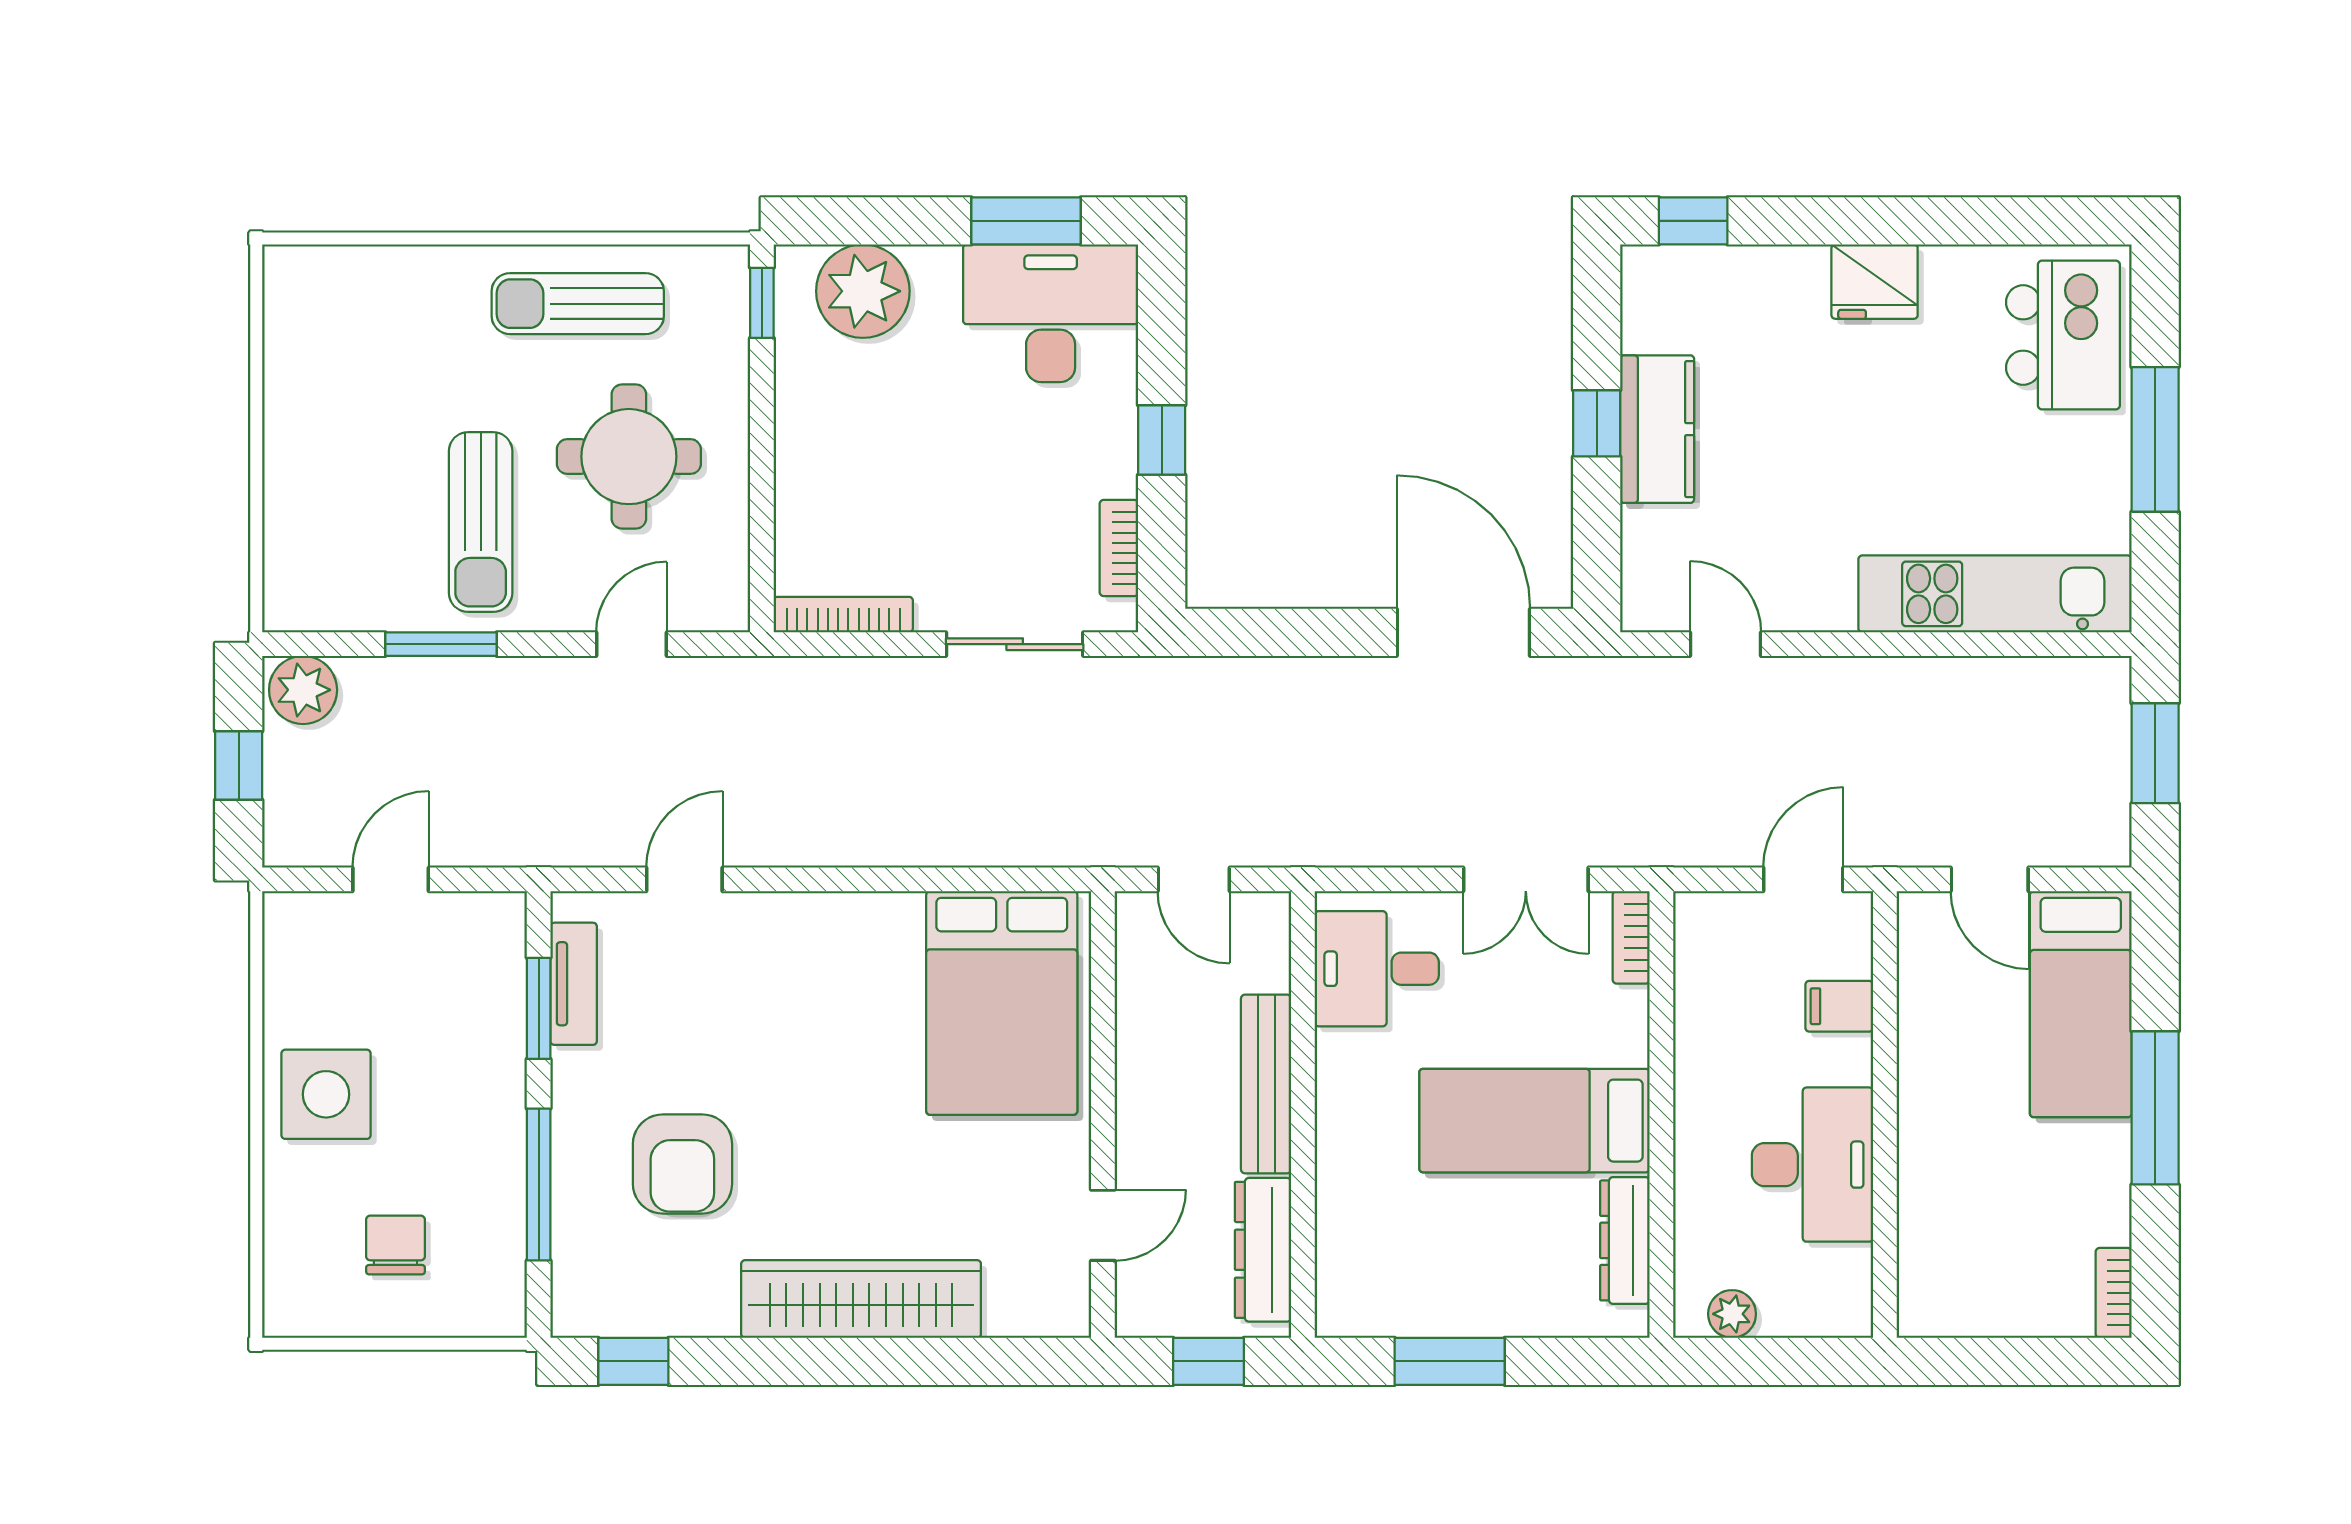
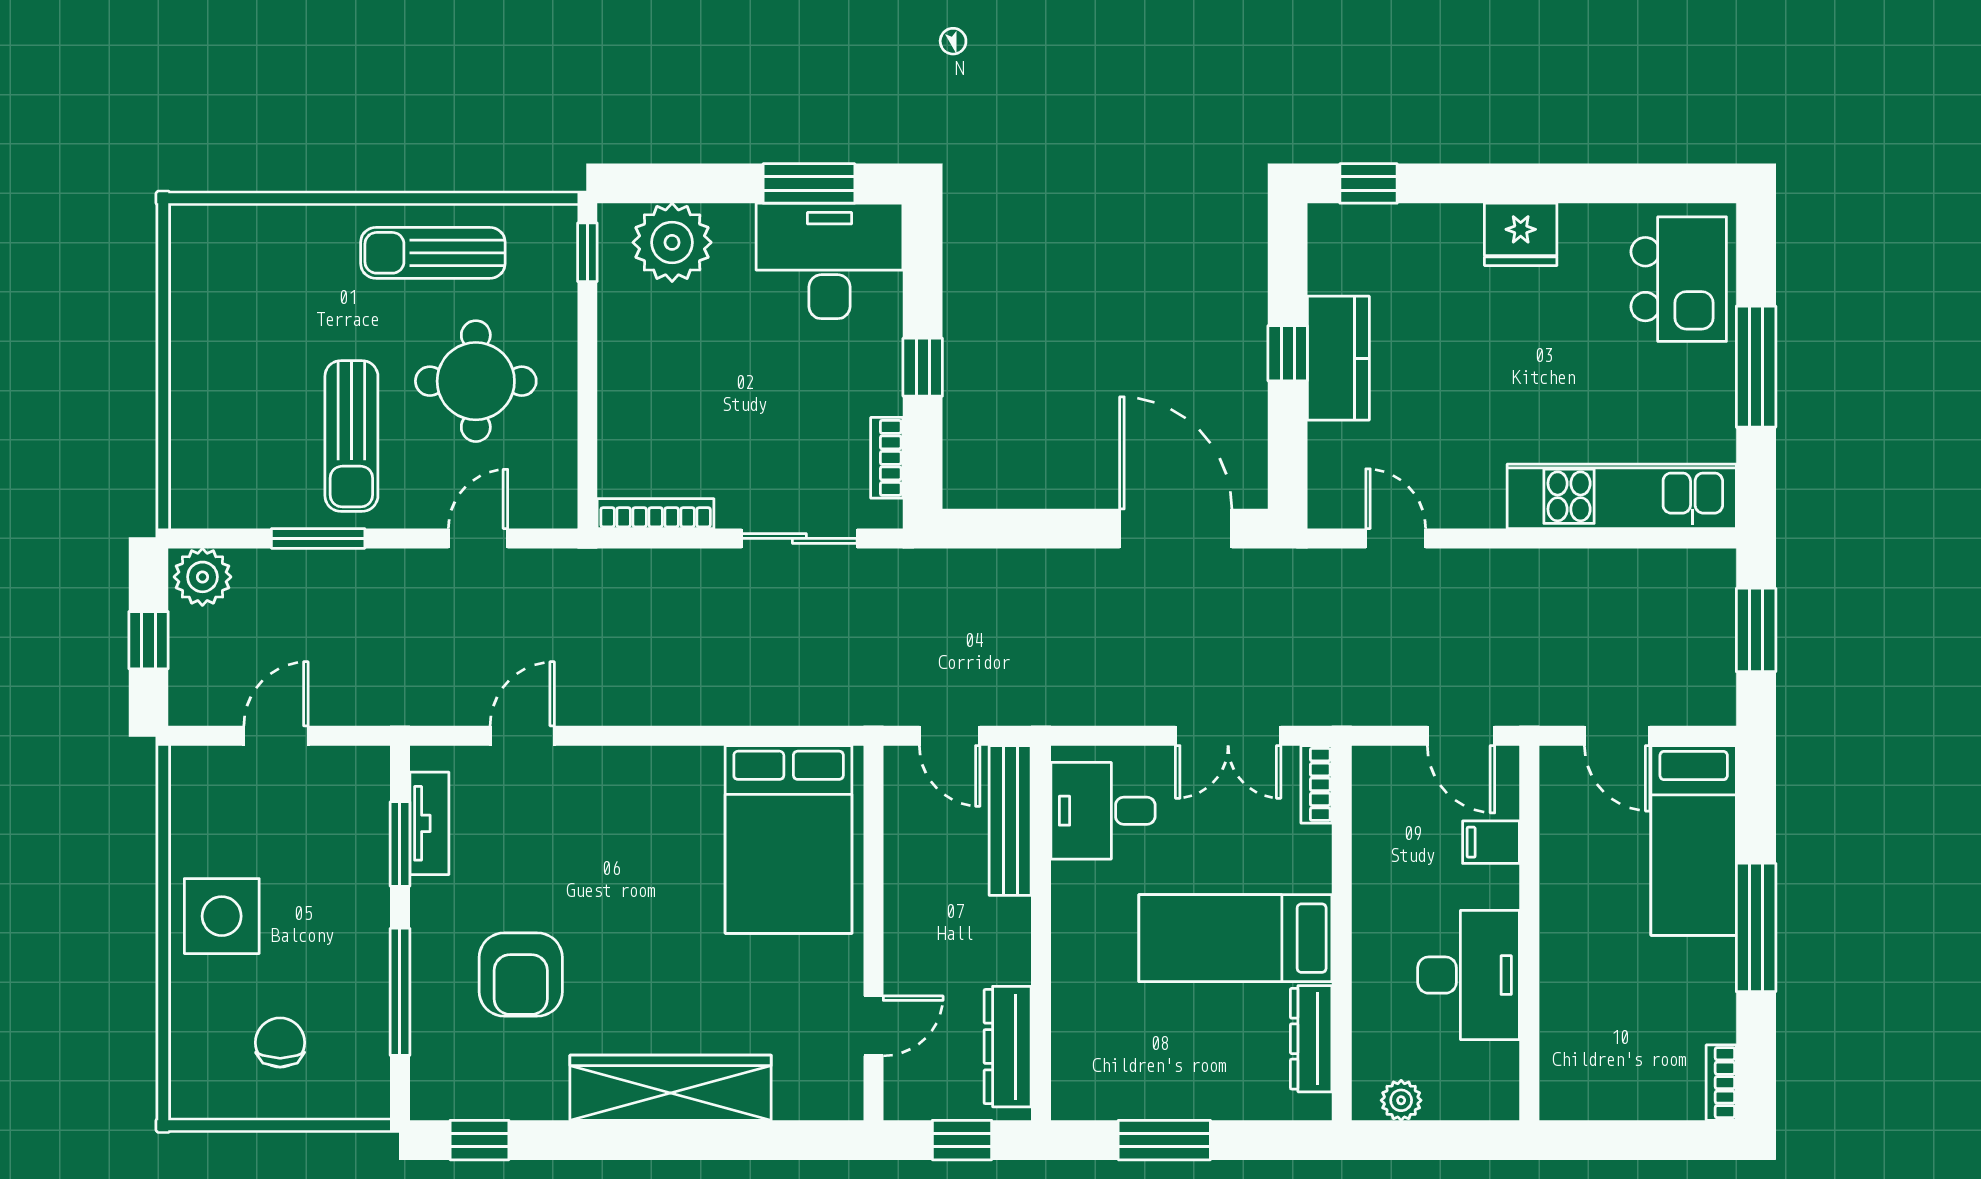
door: (1803, 879) -> (1461, 736), swing flipped
bench: (1266, 1084) -> (1010, 821), moved

